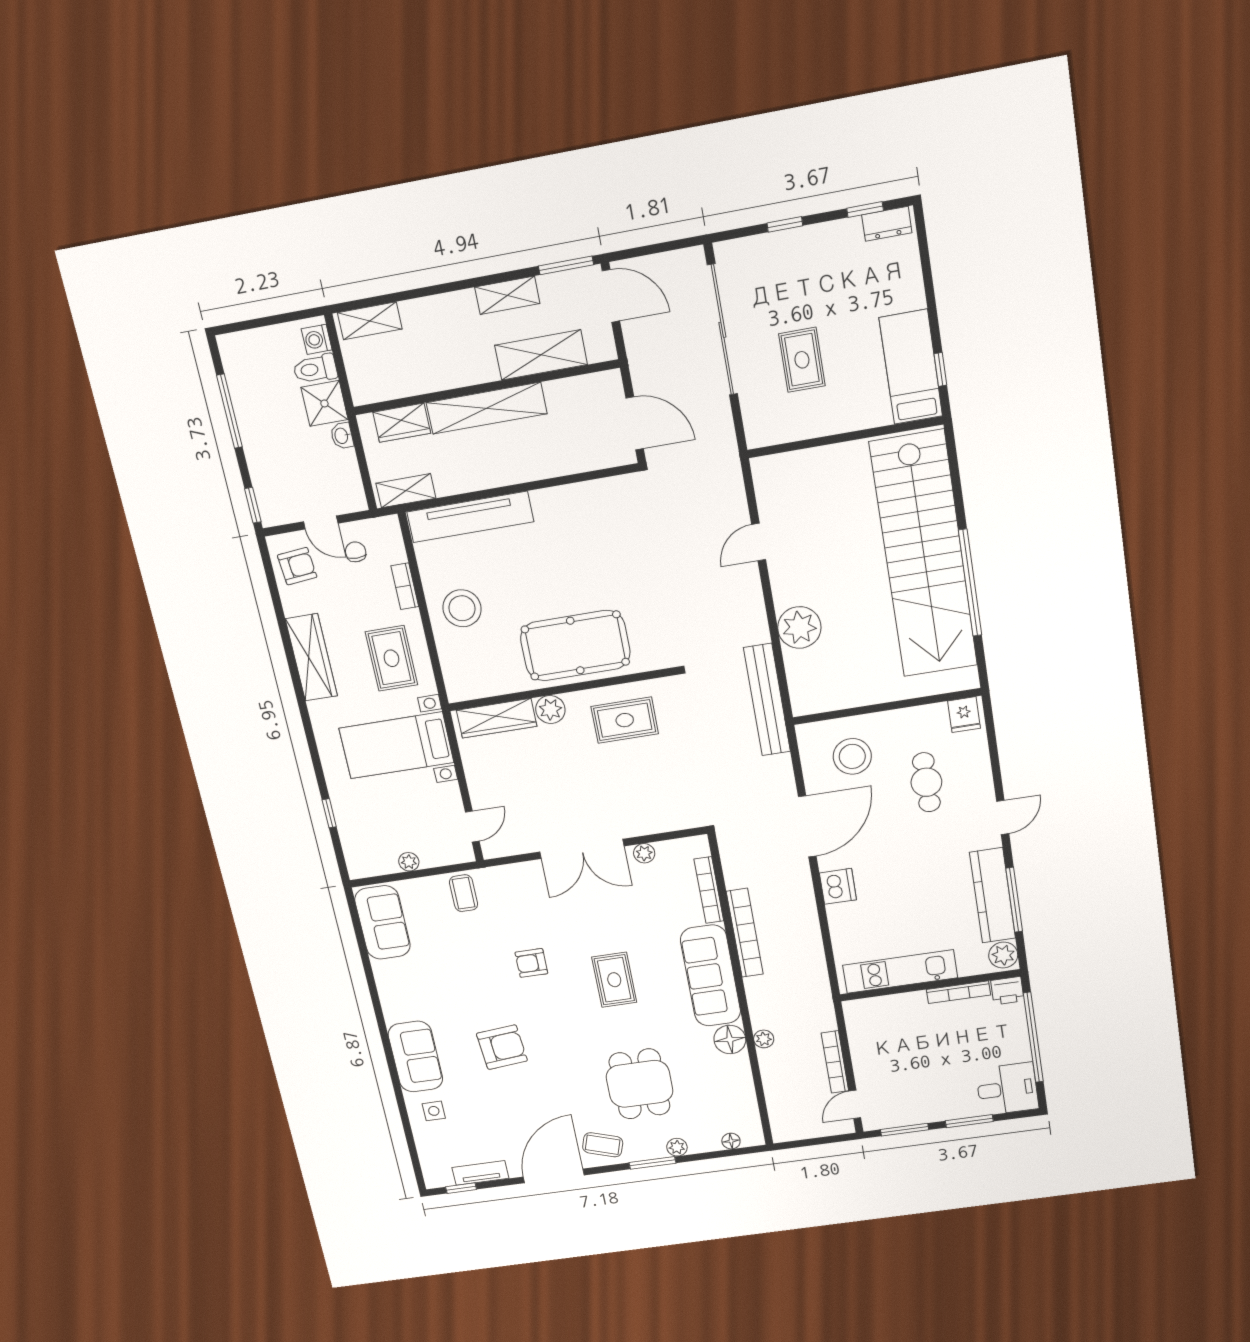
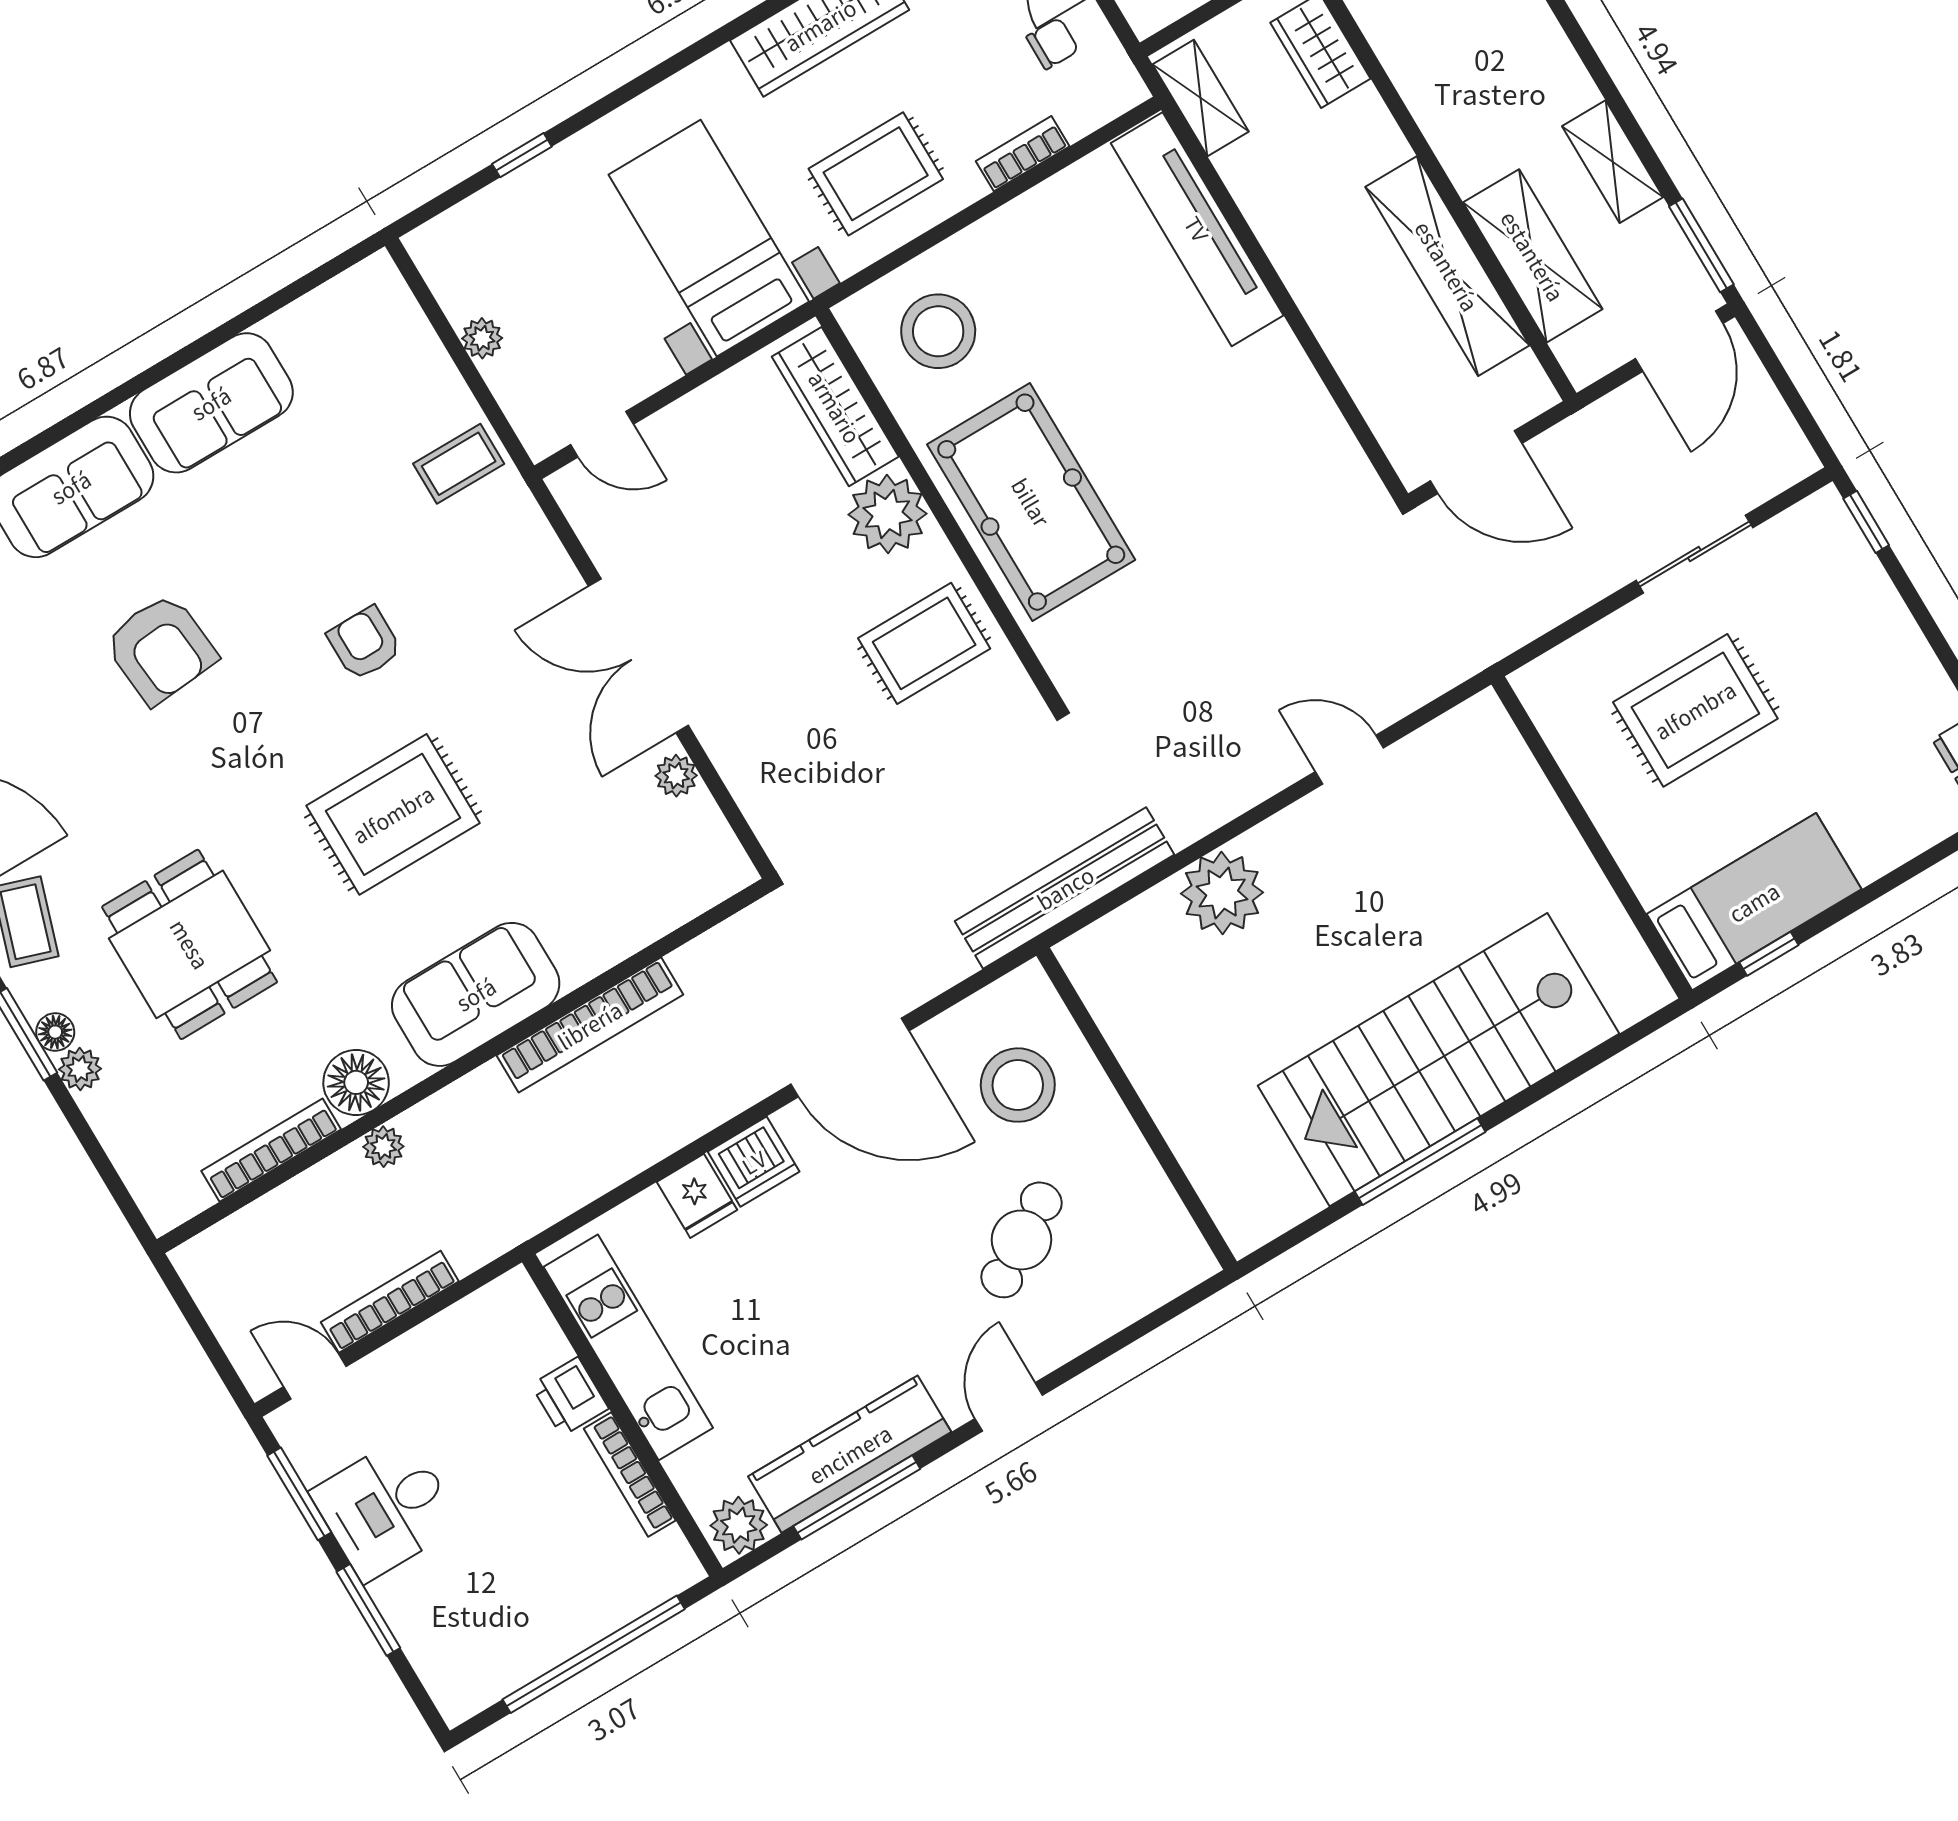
window: (785, 224) -> (1866, 522), moved
sliding door: (722, 330) -> (1694, 554), width x0.54
rug: (802, 360) -> (1695, 710), width x1.36, depth x1.43
shelving: (487, 408) -> (1447, 266), moved
door: (635, 423) -> (1476, 462), hinge flipped
stairs: (924, 555) -> (1438, 1060), width x0.73
window: (970, 583) -> (1420, 1162), width x0.68
stool: (462, 608) -> (938, 331), moved
plant: (550, 709) -> (887, 514), width x1.36, depth x1.36
fridge: (964, 715) -> (697, 1196), moved, turned -90
rug: (625, 720) -> (924, 643), turned 90
cafe table: (926, 782) -> (1021, 1240), turned -32
door: (1003, 817) -> (1009, 1407), swing flipped
bookcase: (709, 890) -> (271, 1150), moved
sofa: (383, 922) -> (211, 403), moved
sofa: (711, 976) -> (476, 994), width x0.73
rug: (614, 980) -> (393, 814), width x1.36, depth x1.43
printer: (1007, 991) -> (570, 1397), moved
dining table: (639, 1084) -> (190, 944), turned 90
desk: (1007, 1089) -> (386, 1508), moved, turned 90
floor lamp: (731, 1141) -> (55, 1032), moved

